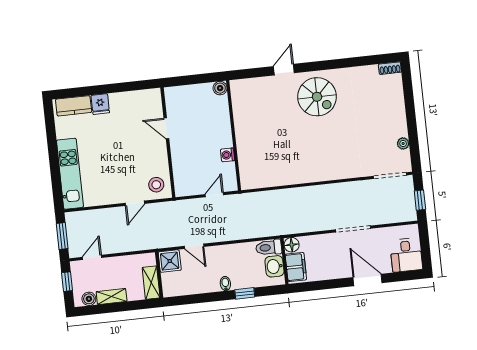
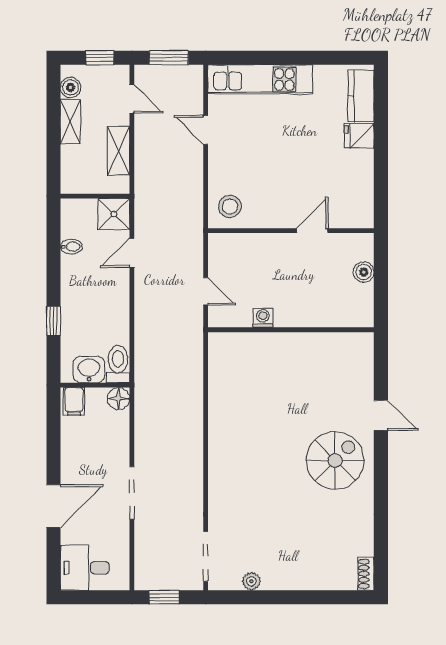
boiler: (220, 88) -> (364, 272), moved
spiral stairs: (317, 97) -> (335, 460), turned 180
door: (135, 203) -> (206, 130), moved
filing cabinet: (296, 267) -> (74, 401), width x0.50
shelving: (151, 283) -> (119, 151), moved, turned 90
bidet: (225, 284) -> (71, 247), moved

